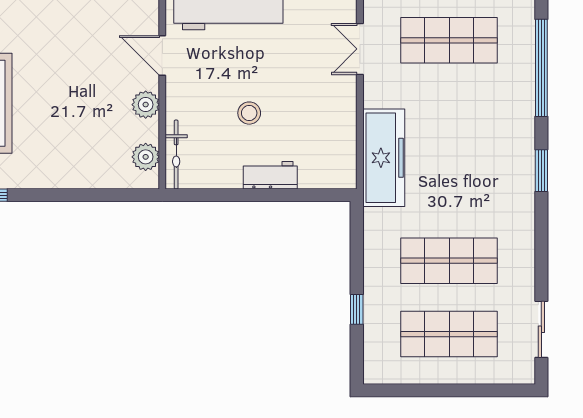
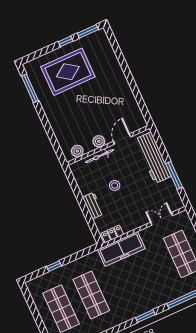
bicycle: (176, 155) -> (100, 156), moved
locker: (345, 162) -> (112, 234), added

